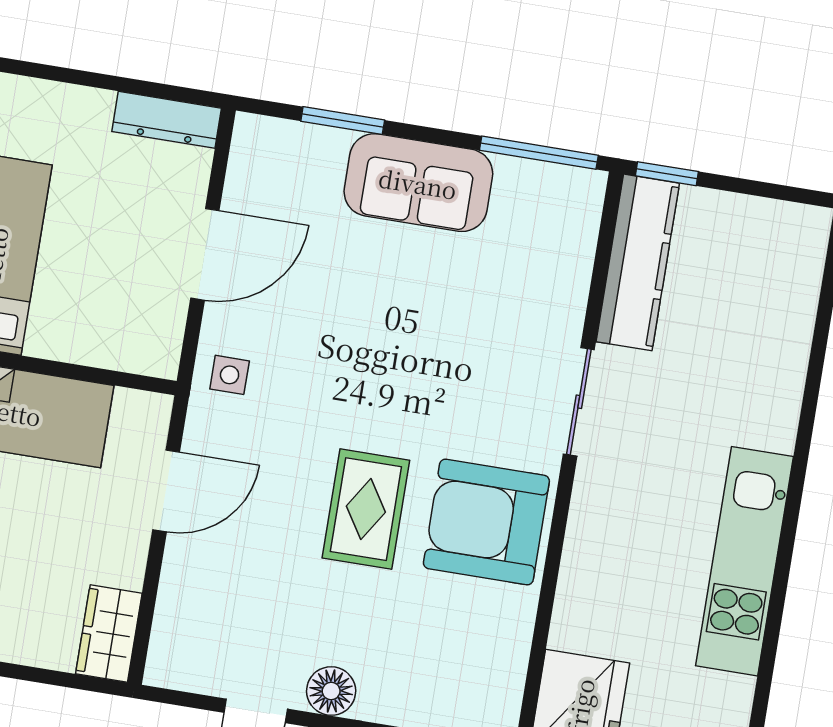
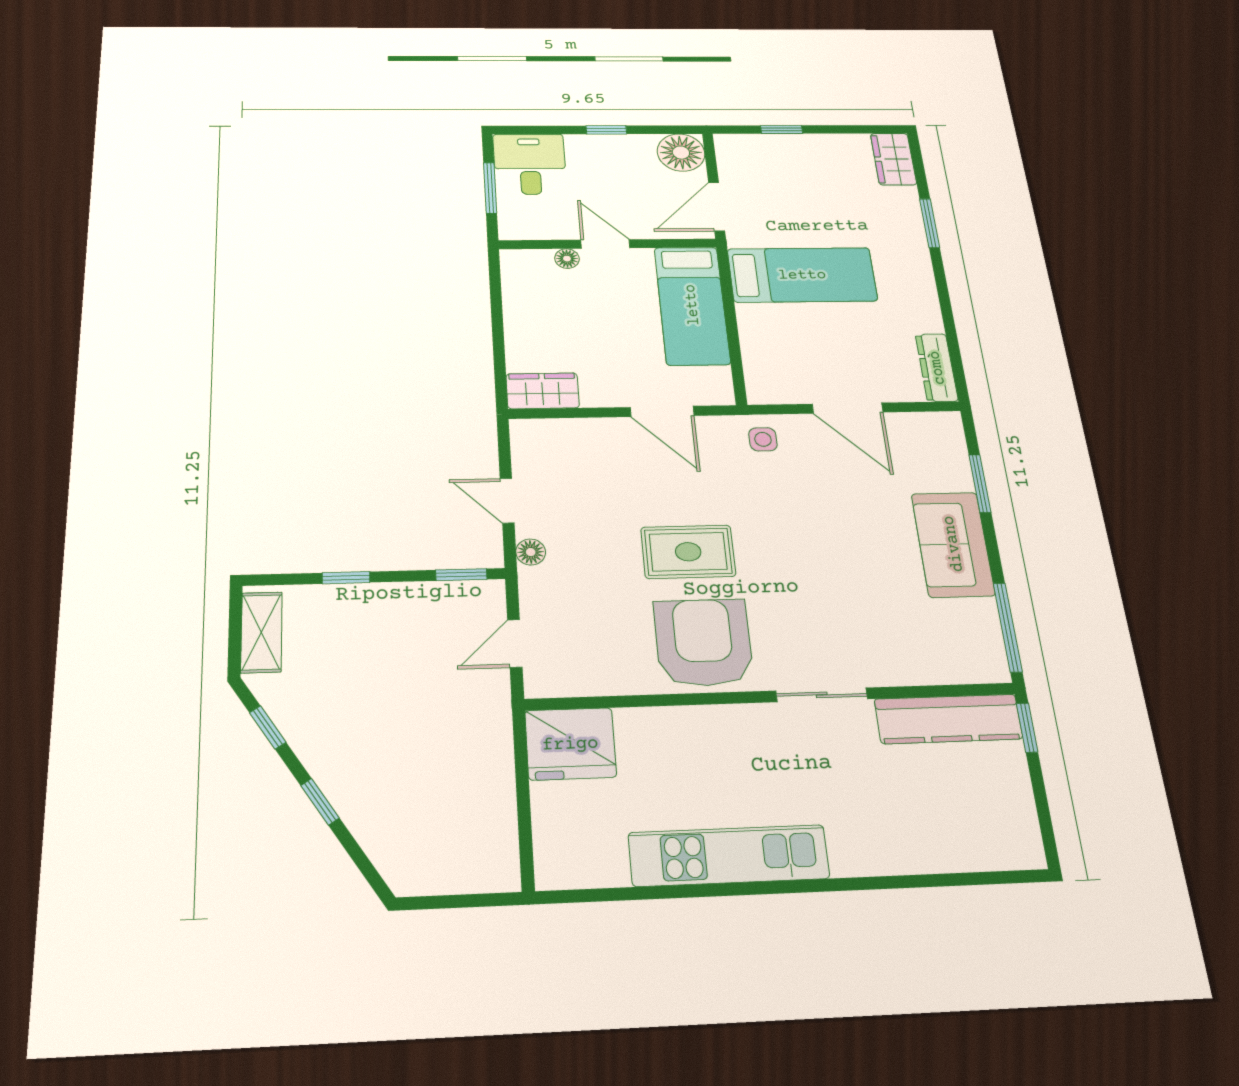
floor lamp: (331, 691) -> (531, 552), width x0.73, depth x0.73

